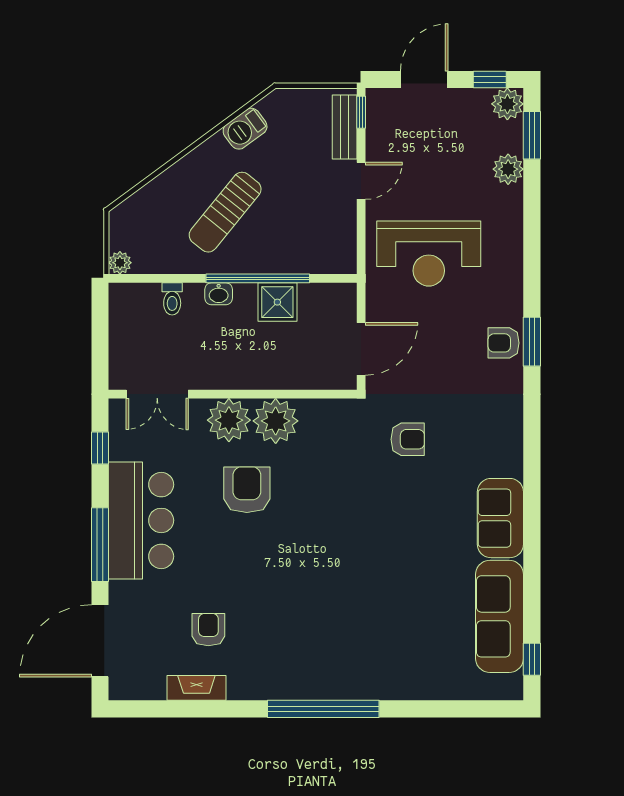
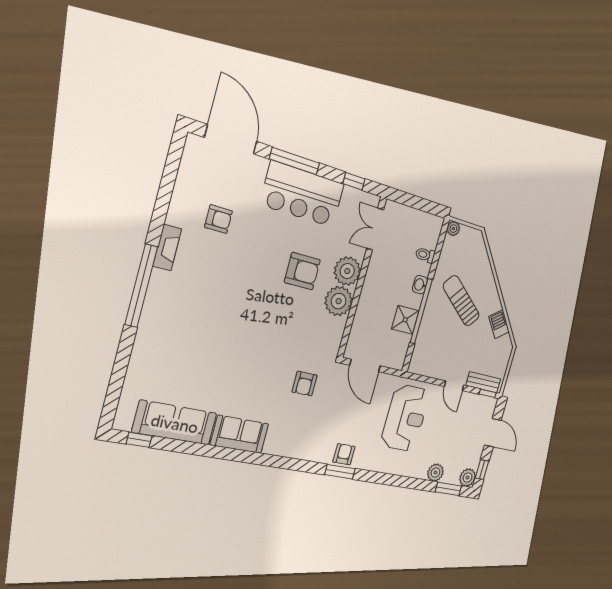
reception desk: (429, 254) -> (405, 418), turned 180
fireplace: (196, 688) -> (167, 248), moved

